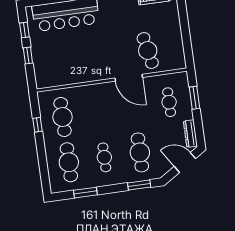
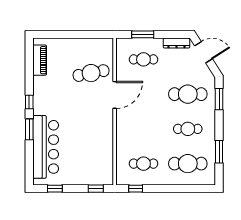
window: (28, 56) -> (96, 189), moved
cafe table: (63, 117) -> (143, 164), width x0.73, depth x0.74
window: (38, 125) -> (136, 189), moved
door: (185, 162) -> (203, 52), swing flipped

